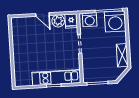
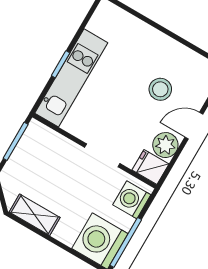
stool: (37, 38) -> (160, 89), added

